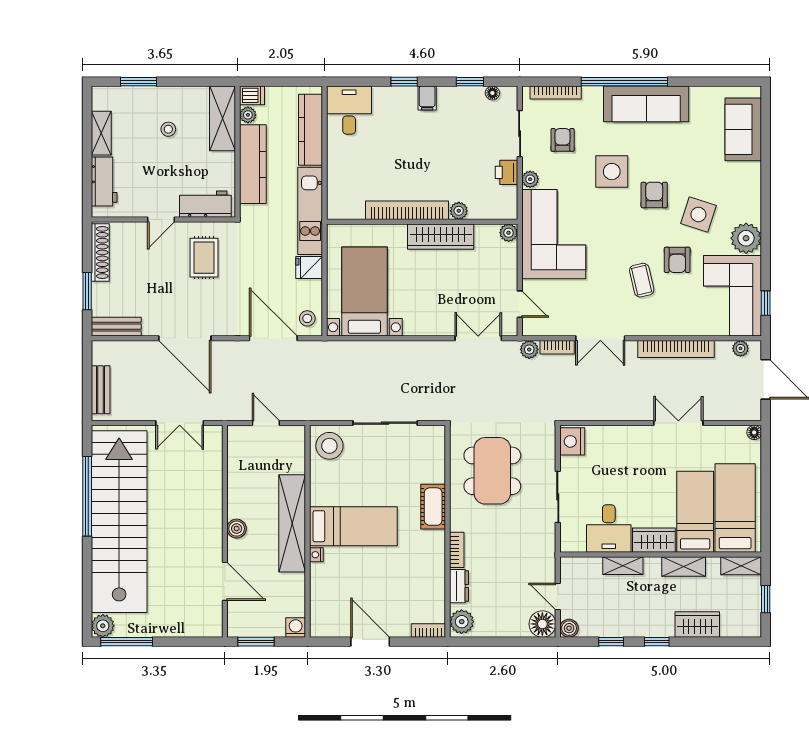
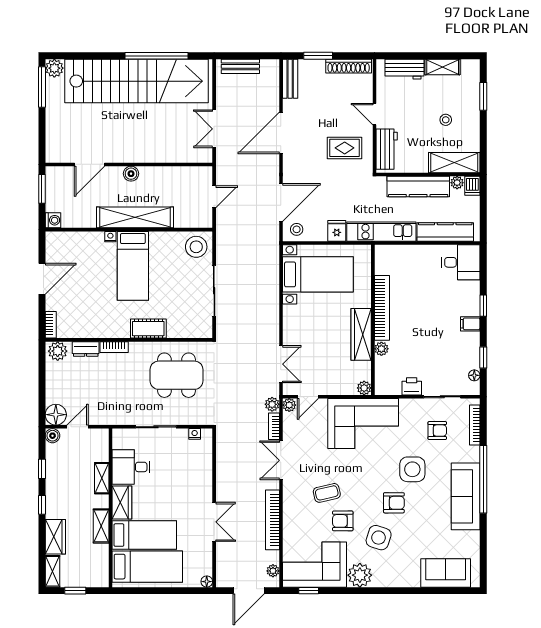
plant: (530, 179) -> (289, 405), moved
nightstand: (572, 441) -> (195, 434), width x0.53, depth x0.56
shelving: (741, 566) -> (52, 571), moved

